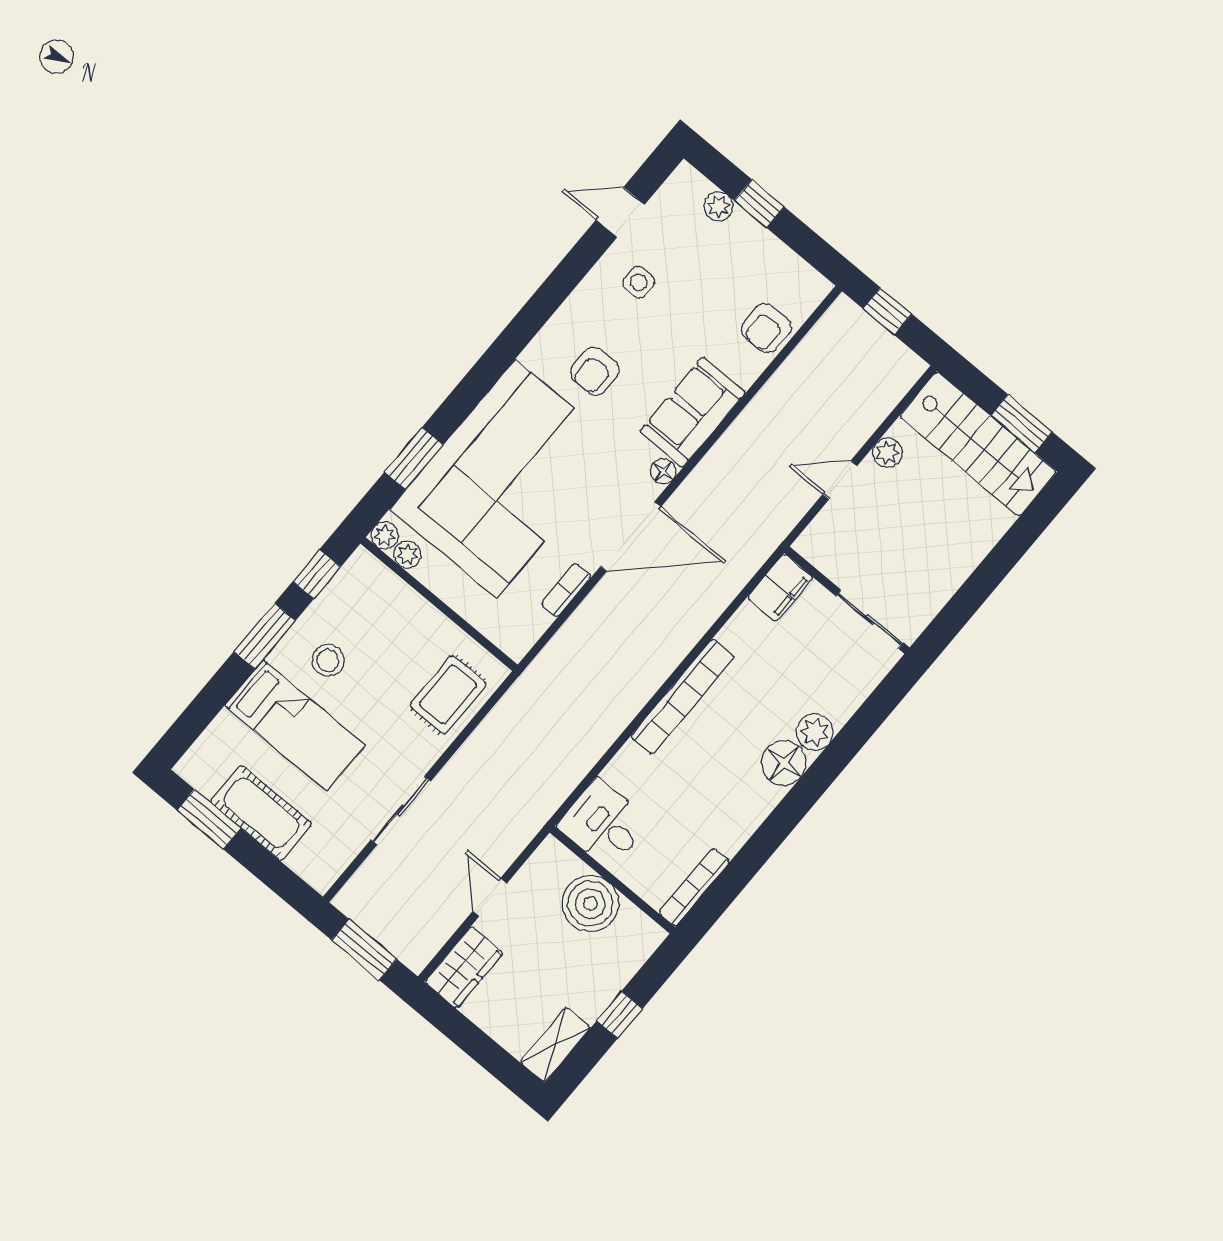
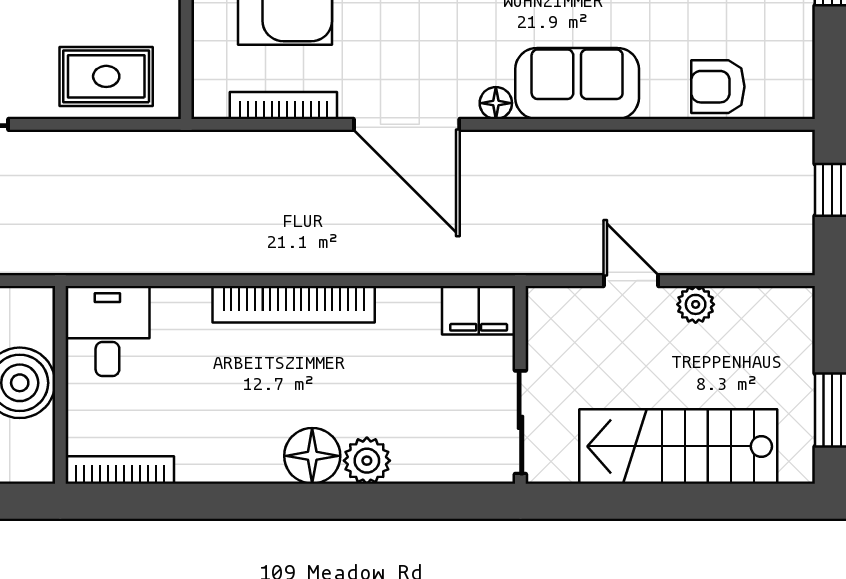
stairs: (978, 444) -> (678, 446), moved, turned 90
bookcase: (566, 590) -> (283, 105), width x1.56

